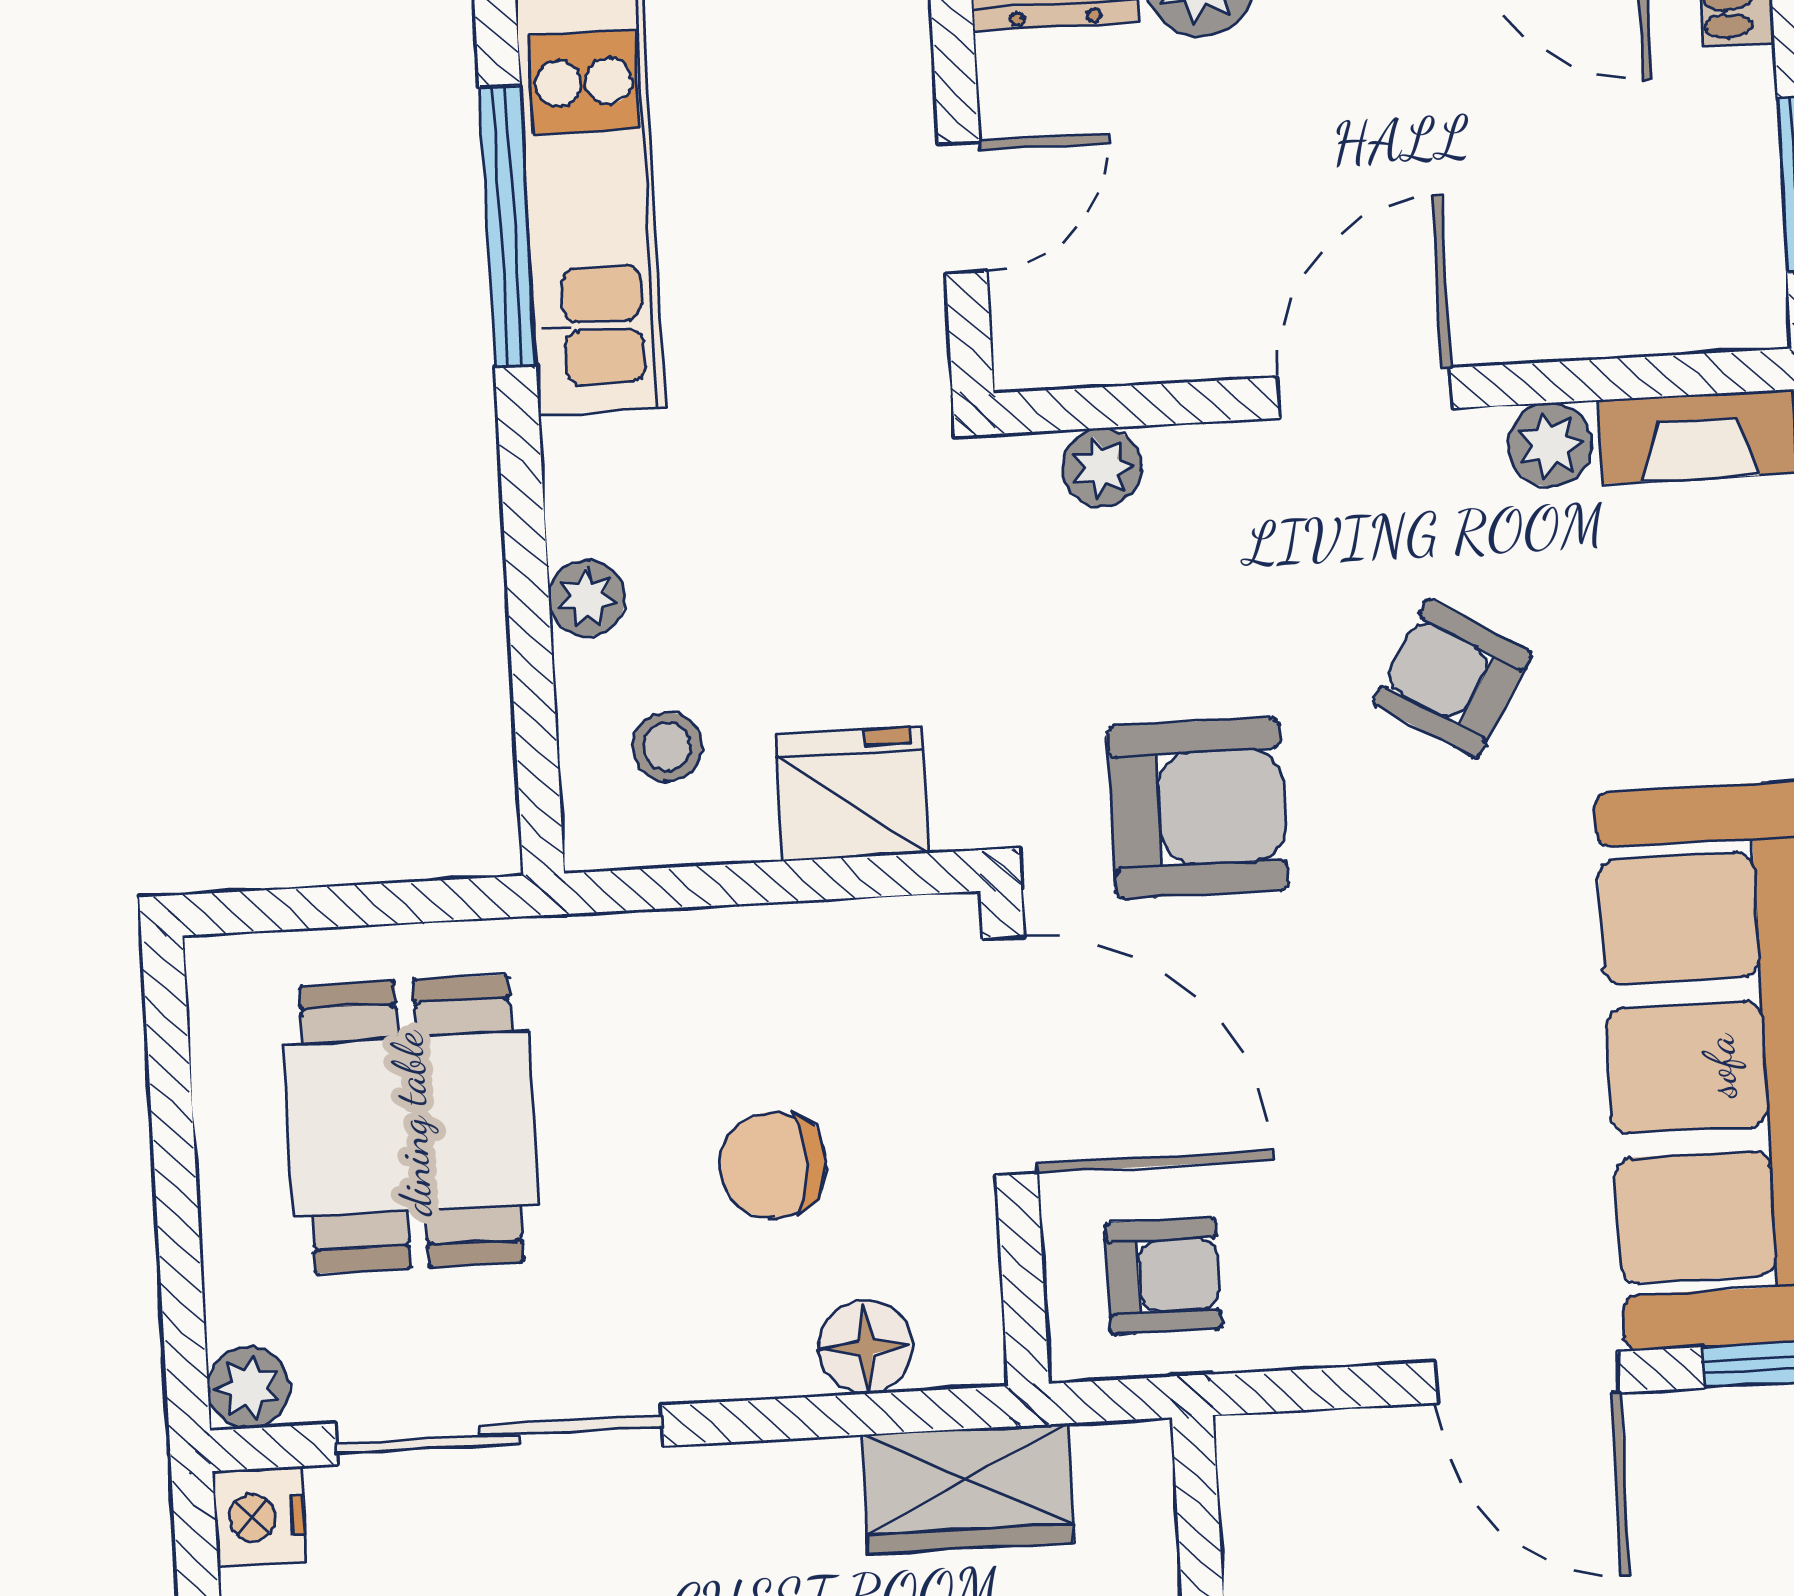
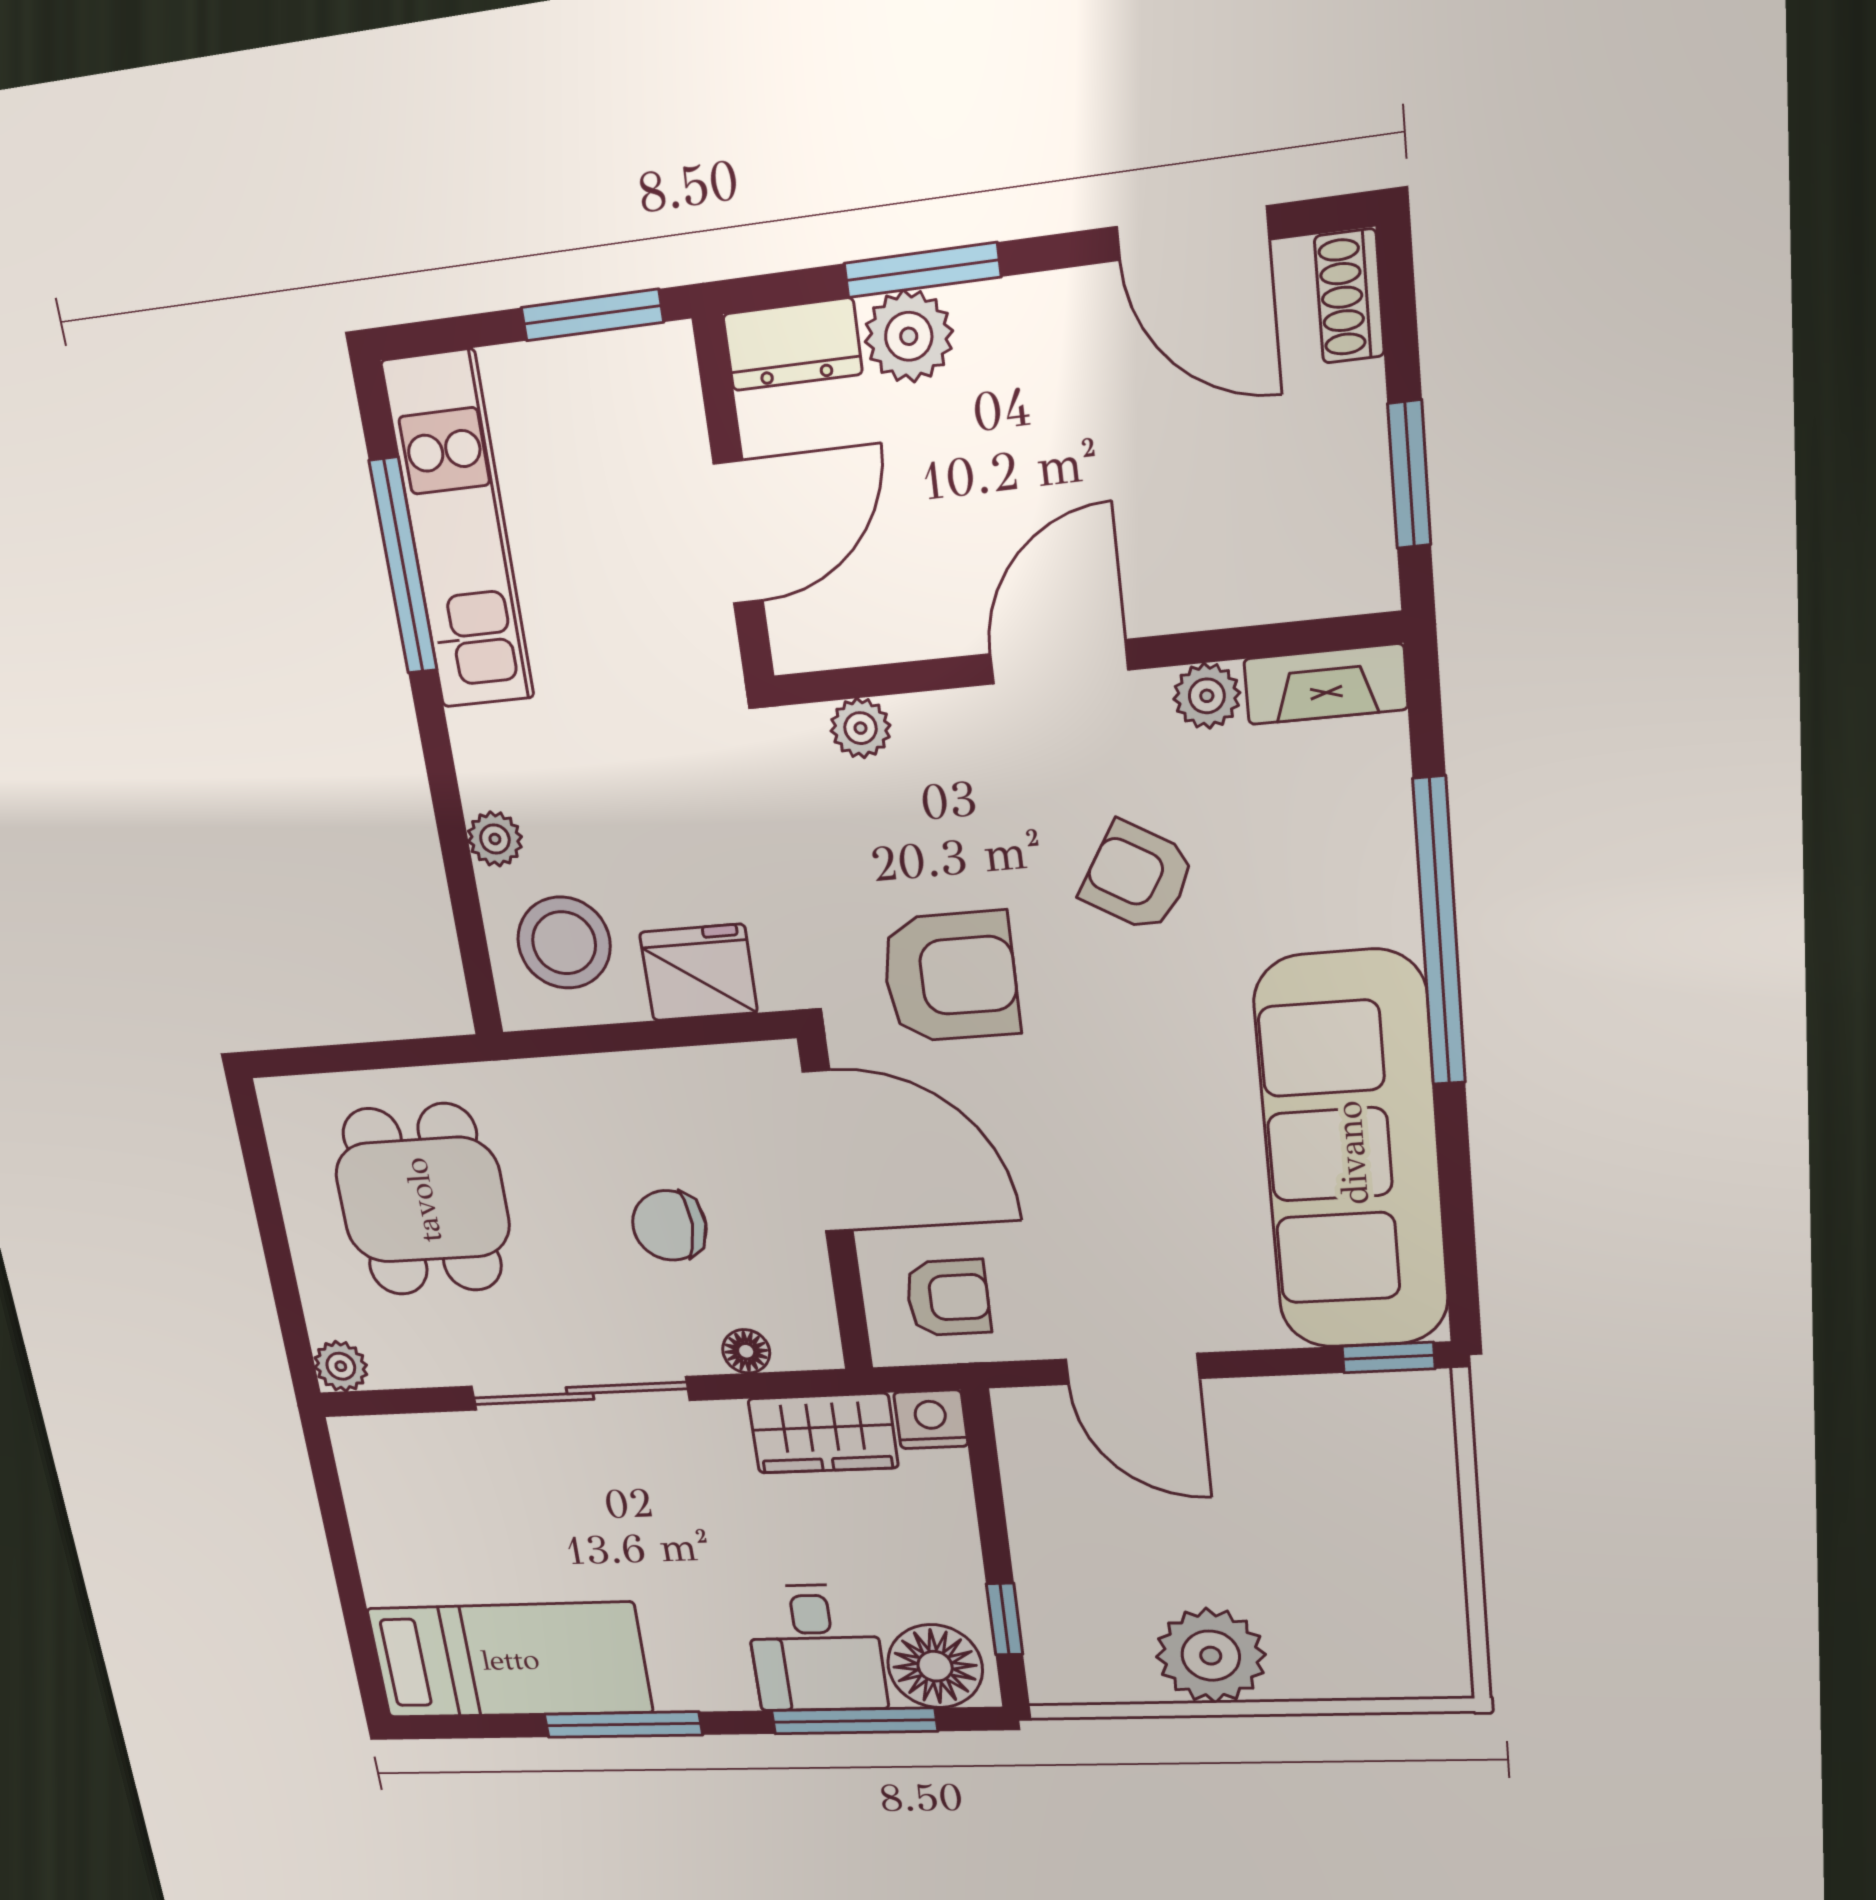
door: (963, 207) -> (738, 532), width x1.38
stool: (667, 747) -> (564, 943), width x1.89, depth x1.89
floor lamp: (866, 1347) -> (746, 1351), width x0.73, depth x0.73
door: (1528, 1377) -> (1132, 1369), moved
sliding door: (499, 1435) -> (580, 1393), moved
nightstand: (259, 1517) -> (931, 1419), moved, turned 90

